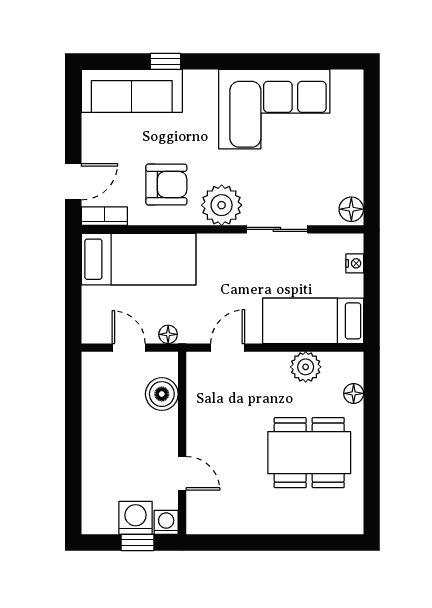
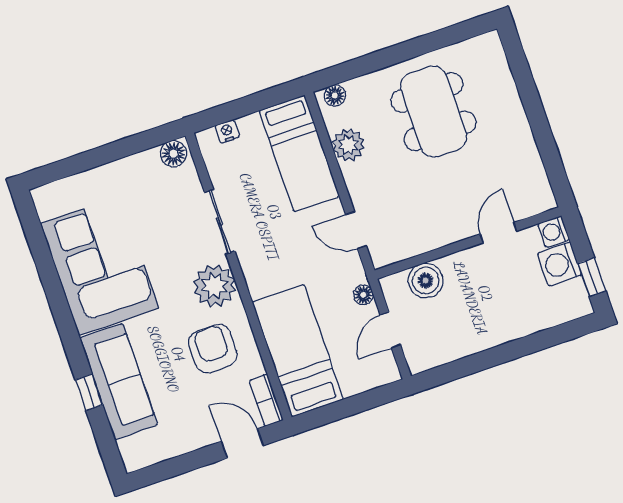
sofa: (132, 91) -> (119, 381), moved
floor lamp: (354, 393) -> (335, 96), moved
window: (138, 542) -> (592, 277), moved

